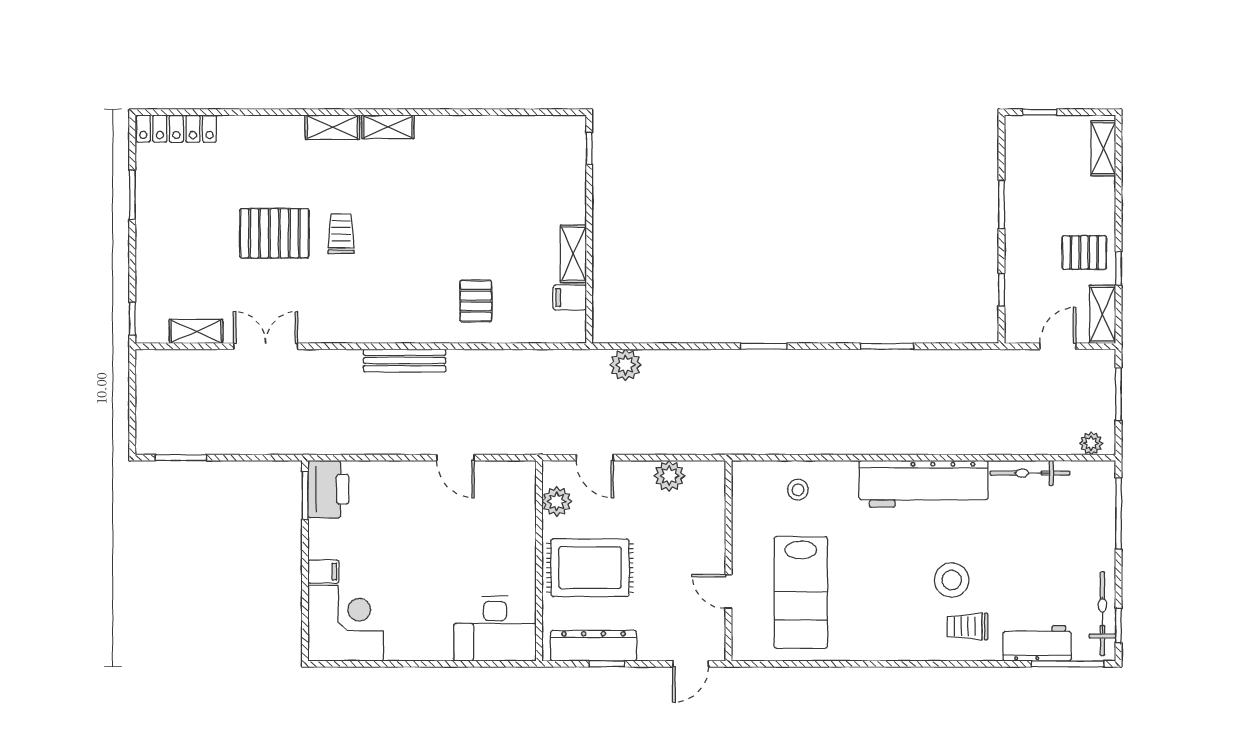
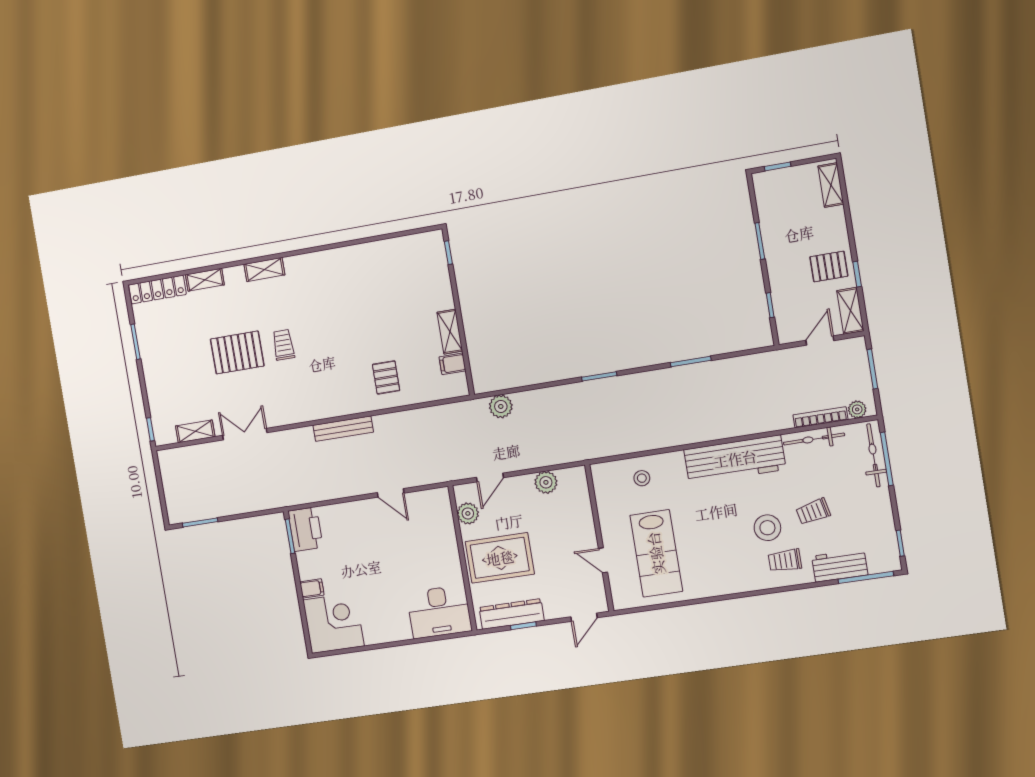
shelving: (388, 127) -> (205, 280), moved
bookcase: (1043, 446) -> (820, 417), added
door: (595, 458) -> (490, 477), hinge flipped
trolley: (1014, 568) -> (813, 512), added
bicycle: (1102, 614) -> (873, 455), moved

